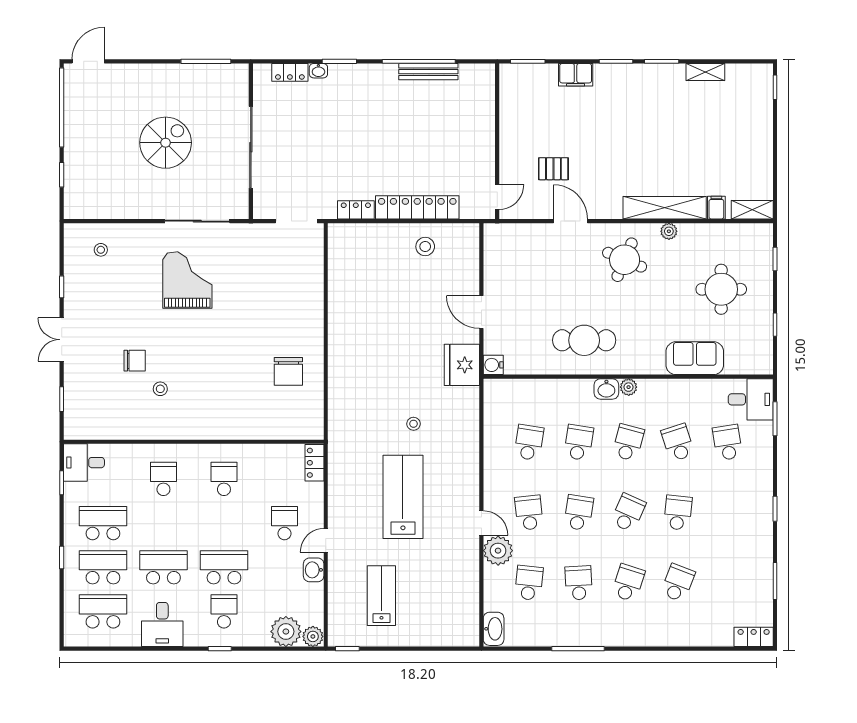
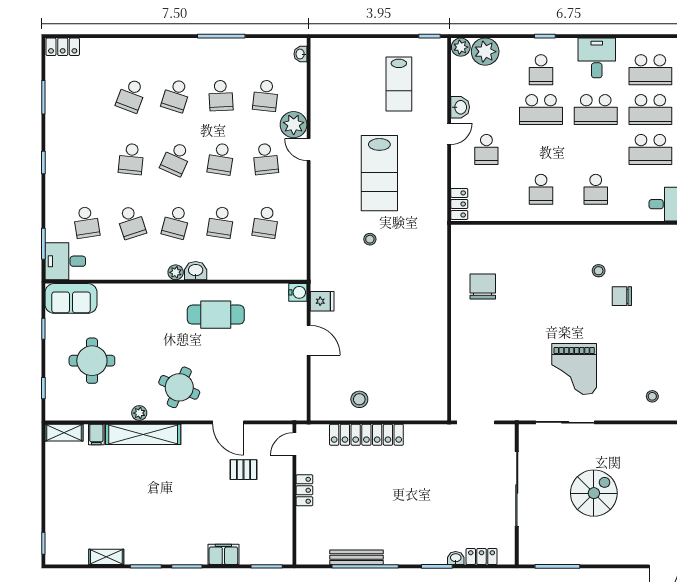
spiral stairs: (166, 143) -> (594, 493), turned 180
locker: (356, 210) -> (304, 490), moved, turned -90
sofa: (695, 358) -> (71, 298), moved
fridge: (462, 365) -> (322, 301), width x0.53, depth x0.75
washbasin: (494, 629) -> (300, 54), width x0.52, depth x0.69

